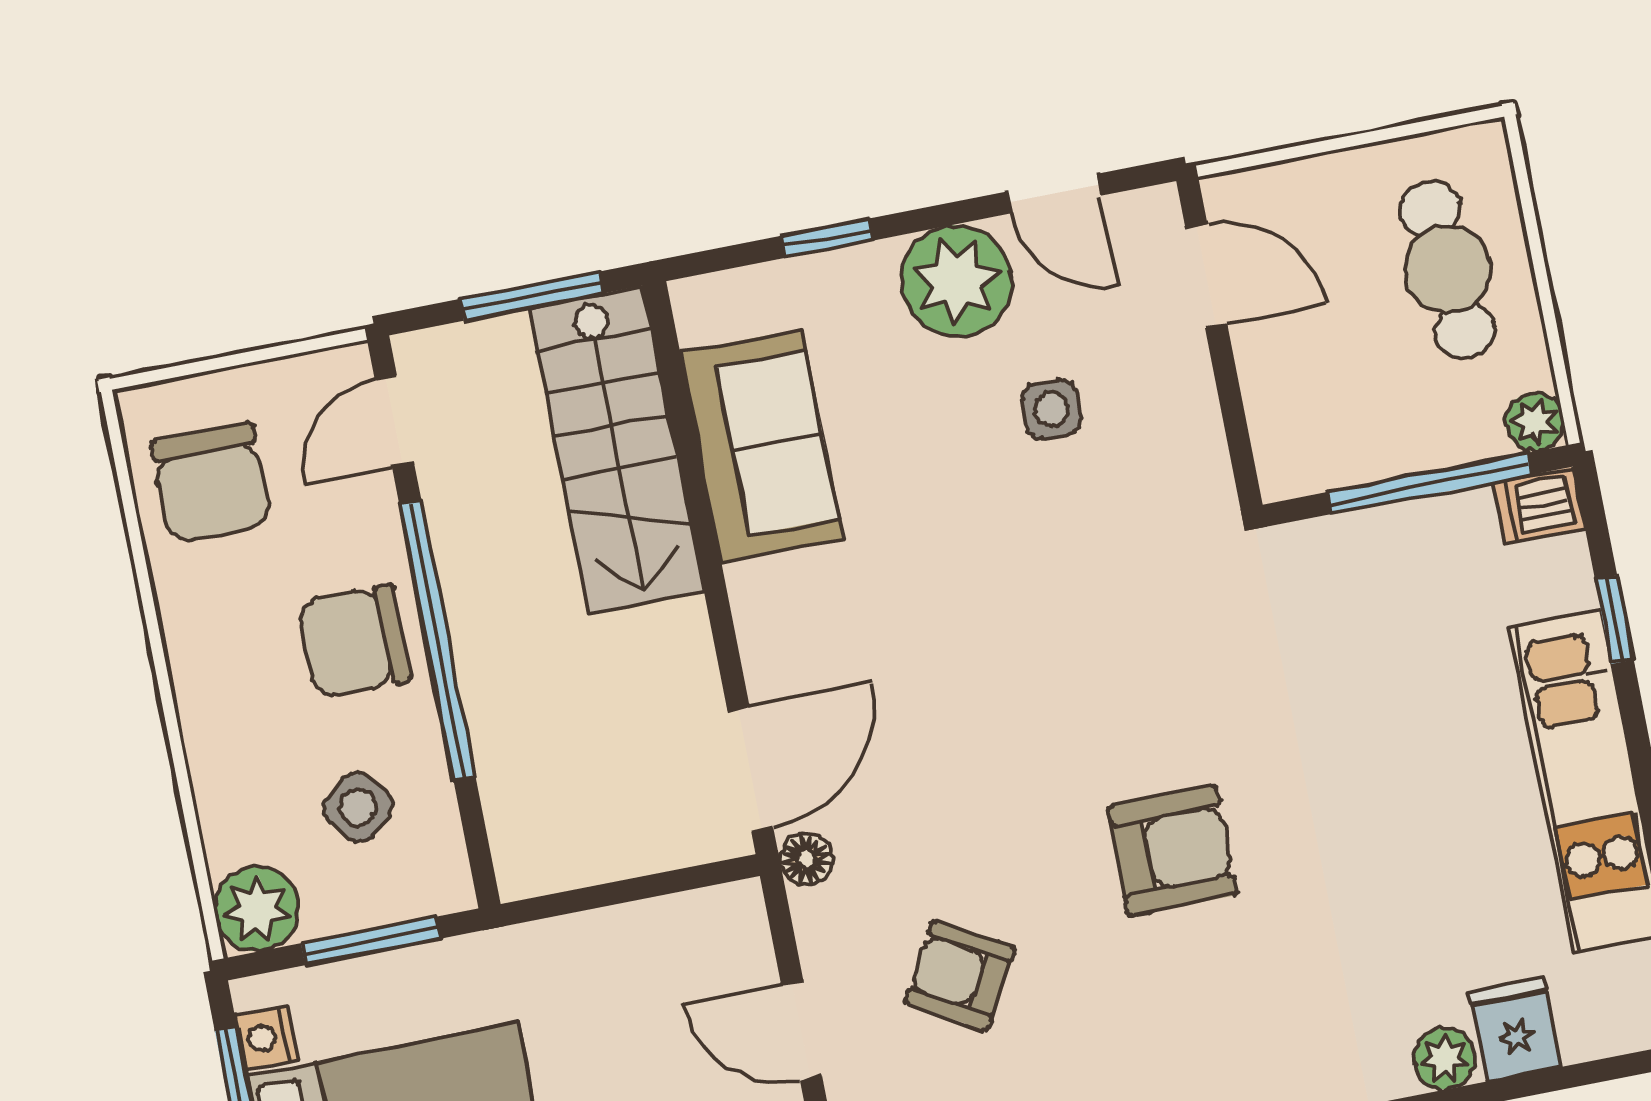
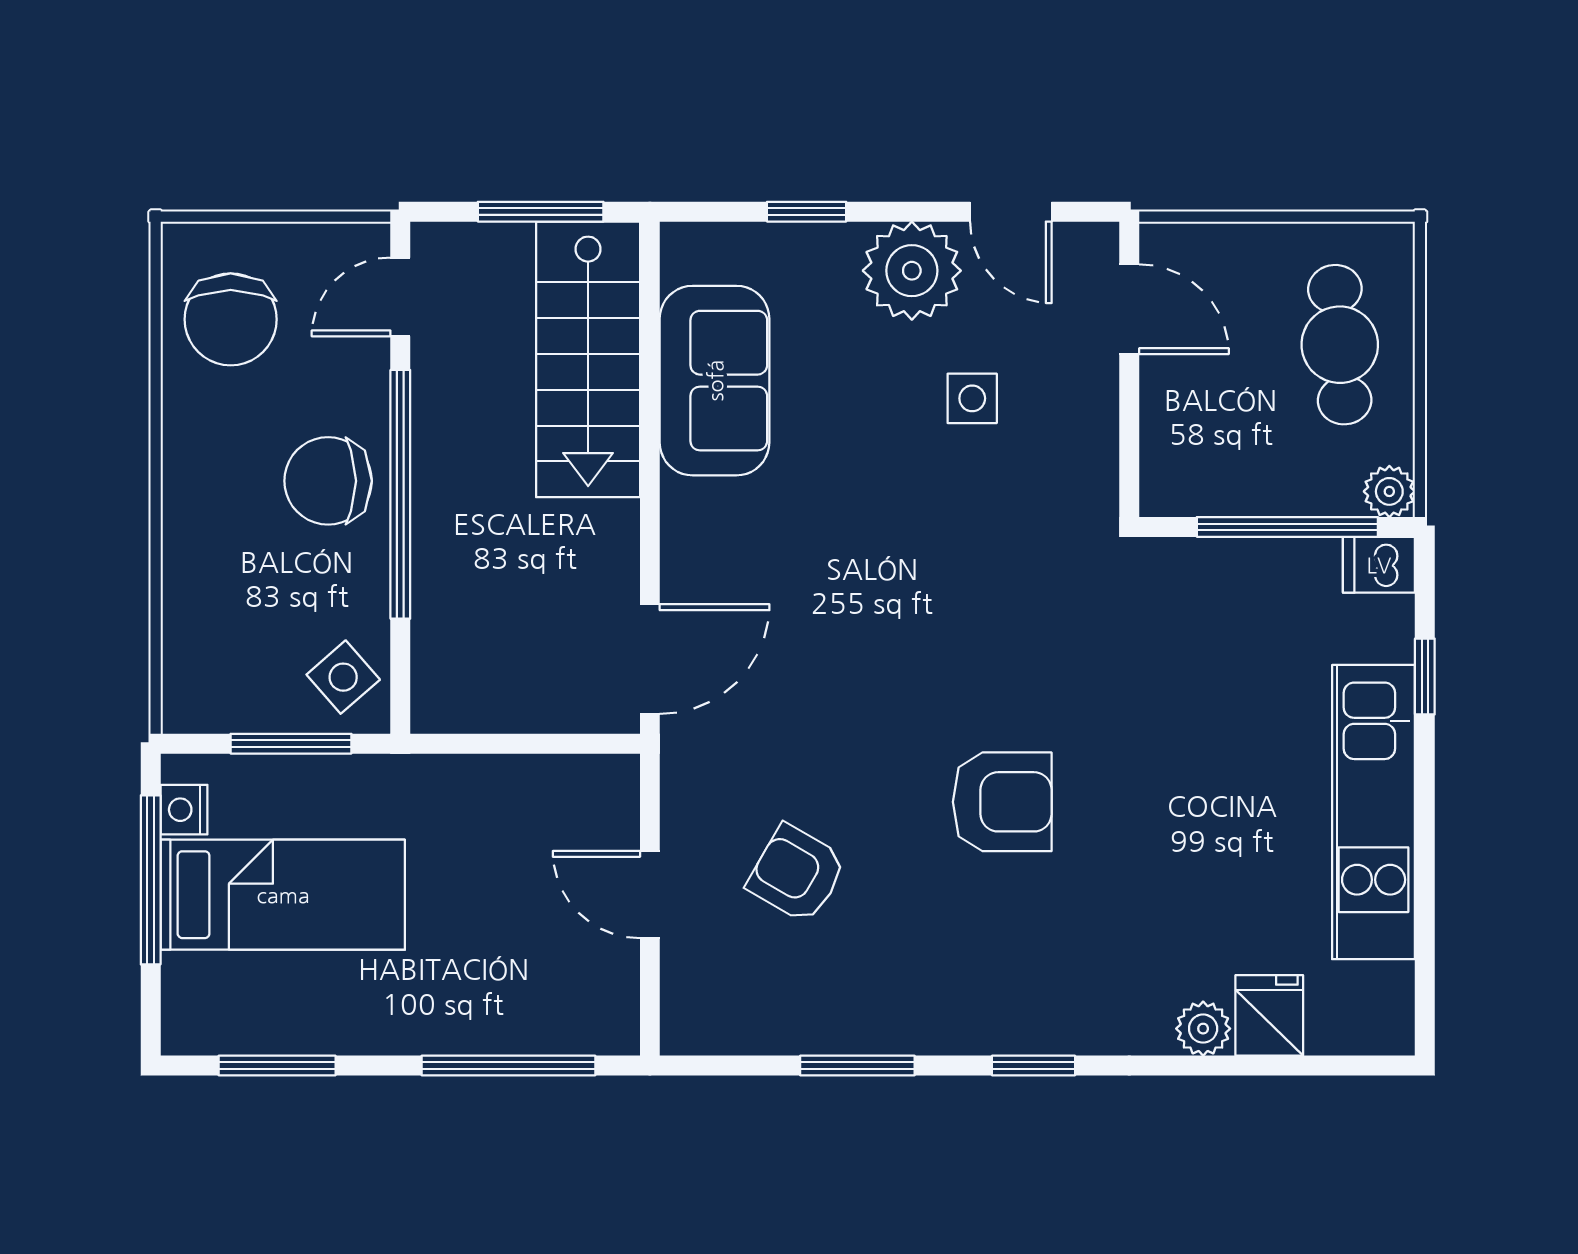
side table: (358, 807) -> (343, 677), moved
floor lamp: (806, 859) -> (683, 747), removed
plant: (257, 909) -> (198, 697), removed

